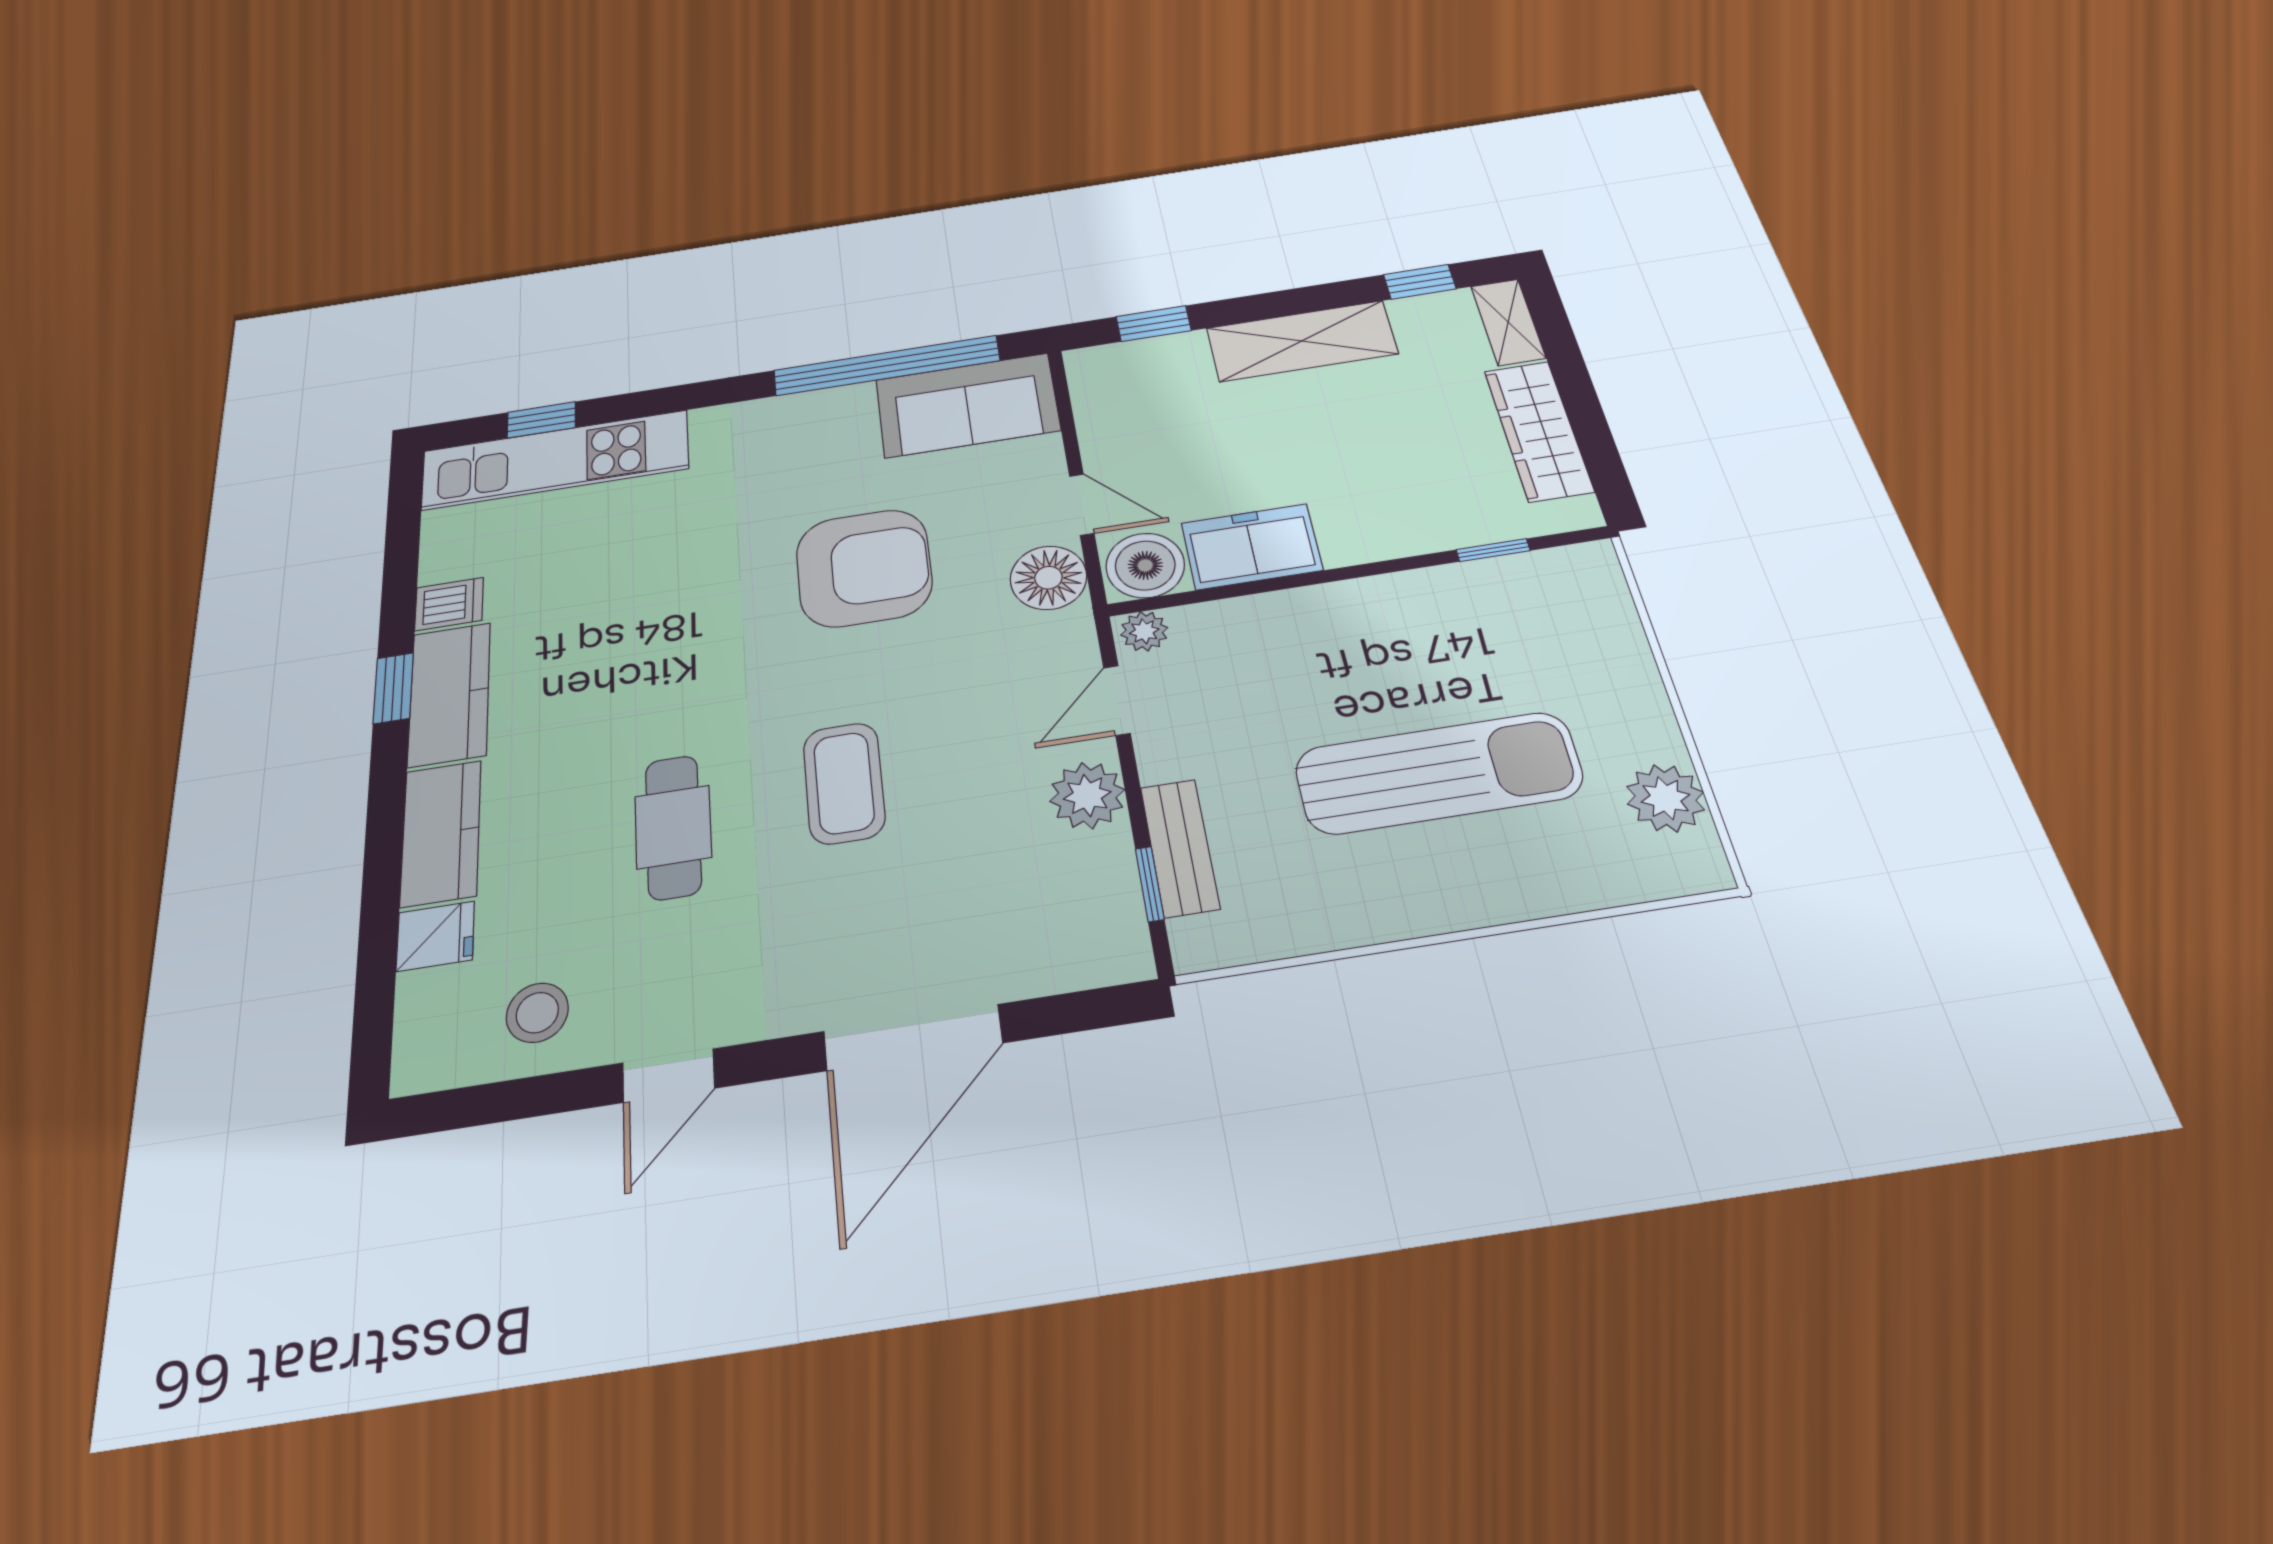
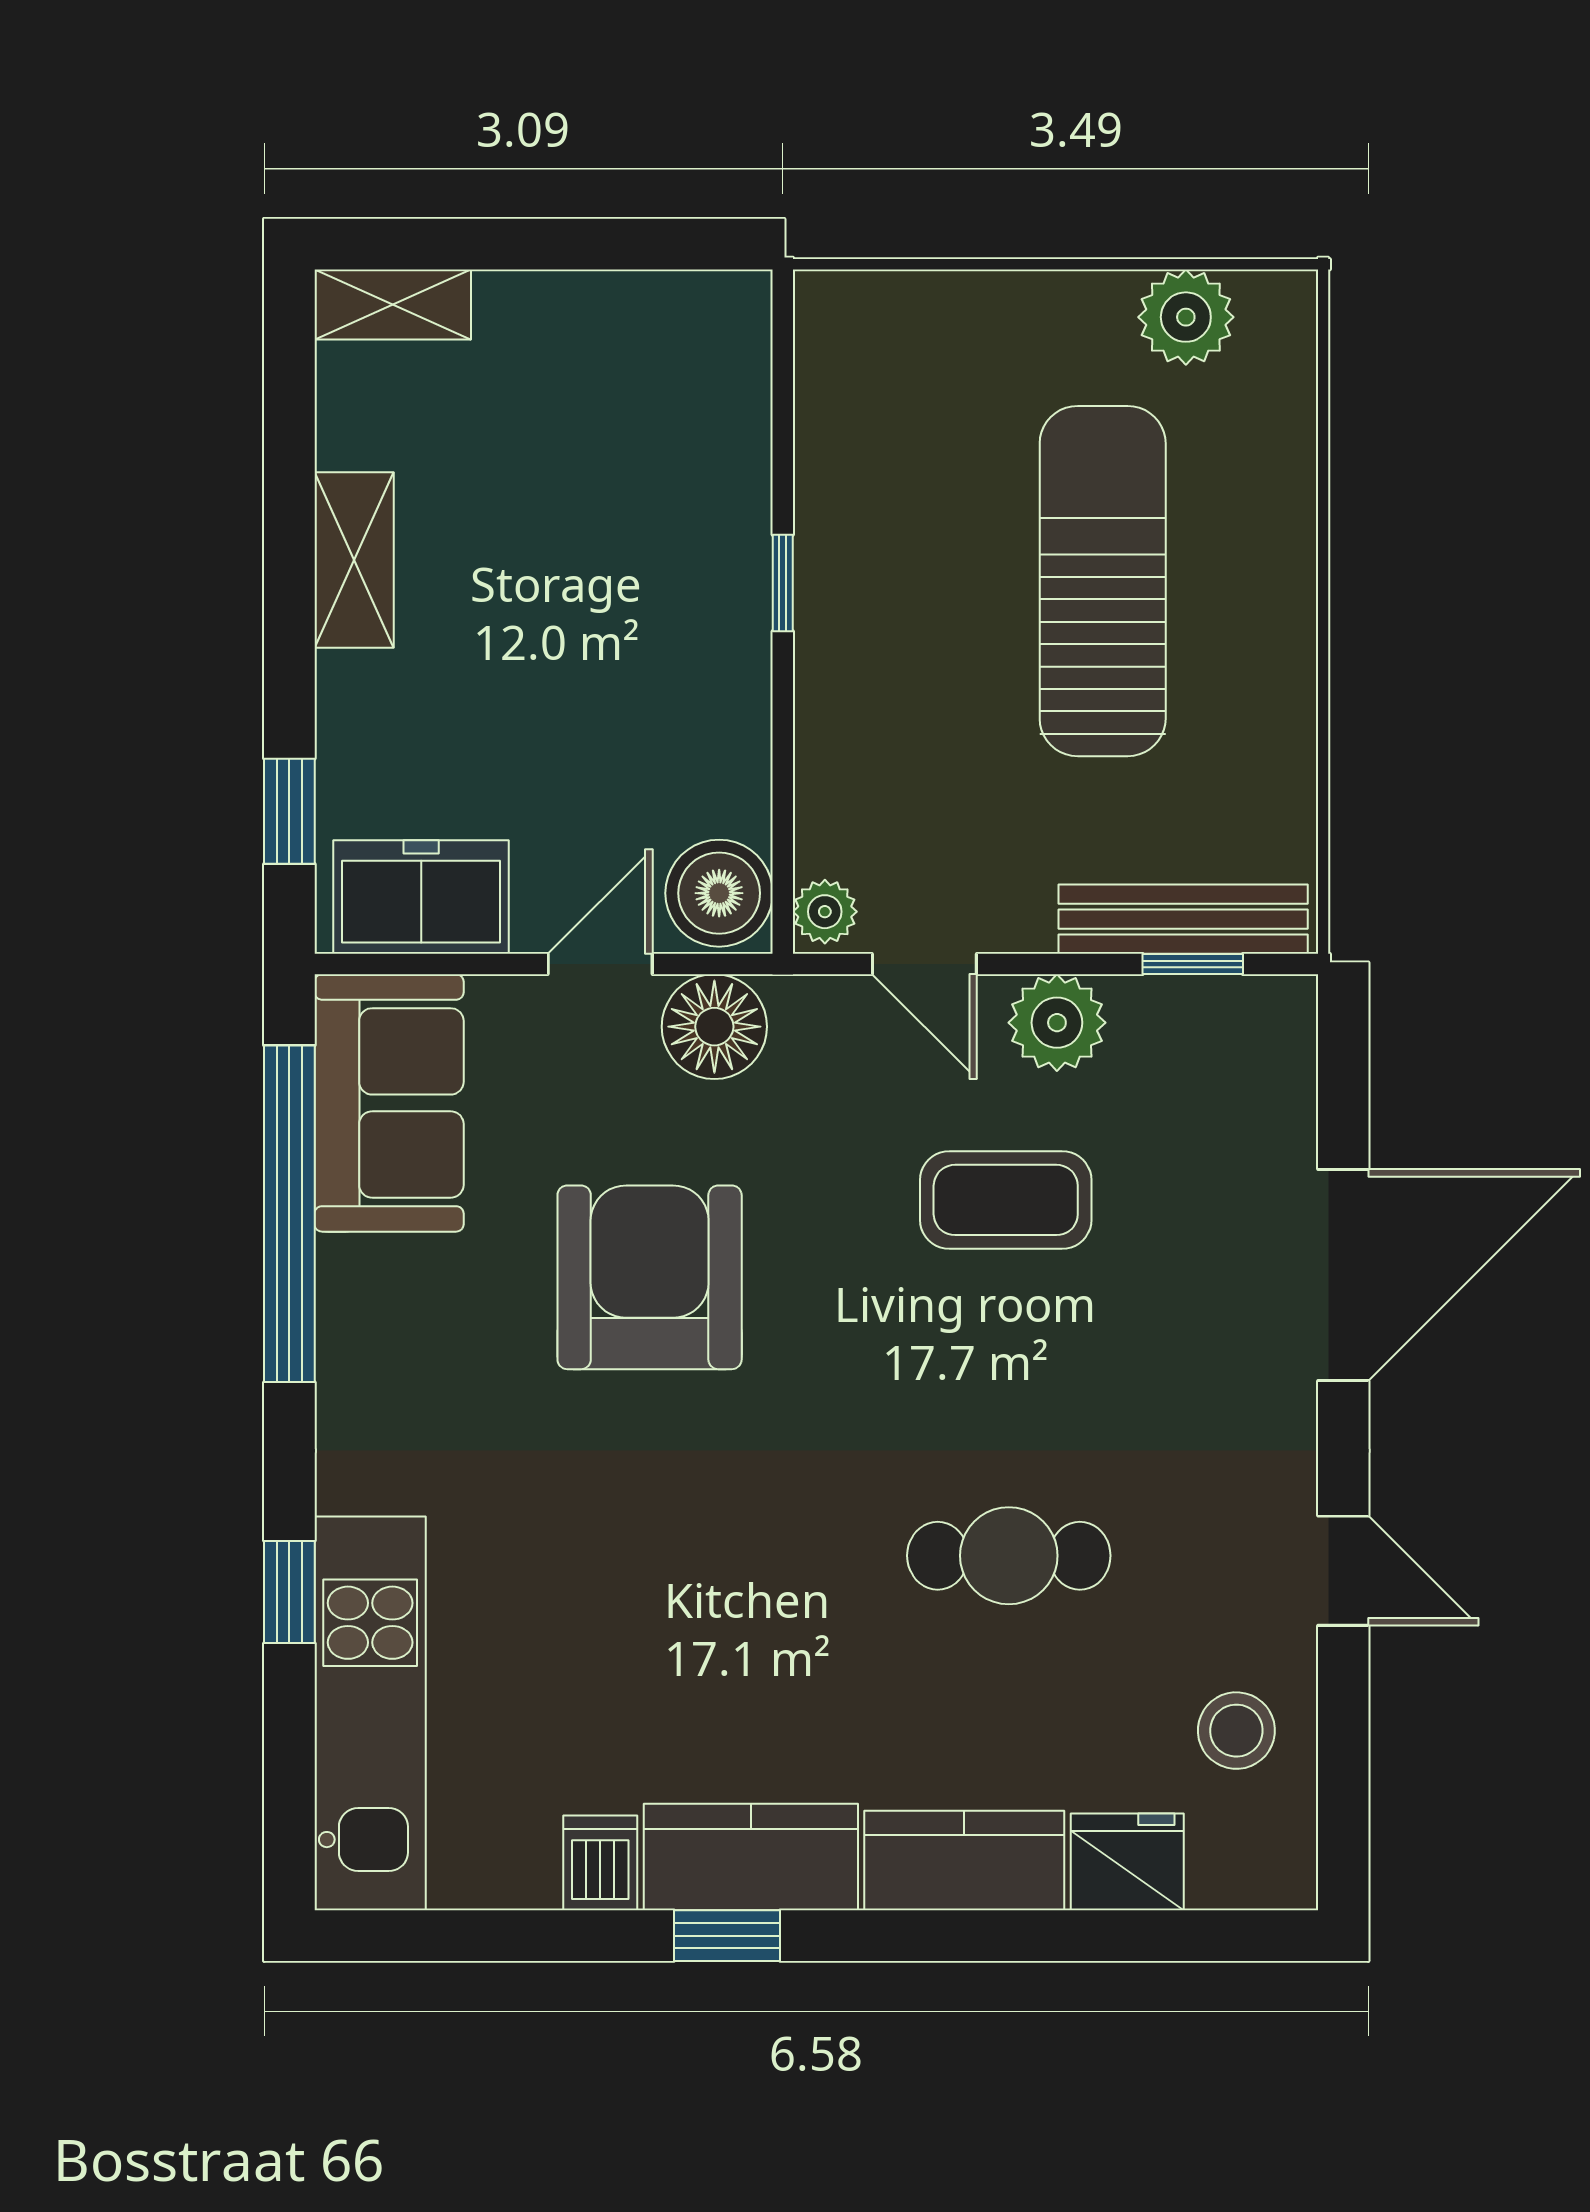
window: (1420, 282) -> (289, 410), removed
shelving: (1302, 341) -> (354, 560), width x0.67, depth x0.75
window: (541, 420) -> (289, 1592), moved
wardrobe: (1538, 431) -> (596, 315), removed
freezer: (1252, 547) -> (421, 897), moved, turned 90
window: (1493, 550) -> (783, 583), moved
coffee table: (844, 783) -> (1006, 1200), moved
bench: (1180, 848) -> (1183, 919), width x1.36
fridge: (435, 936) -> (1127, 1862), width x1.38
door: (913, 1037) -> (1343, 1275), hinge flipped

